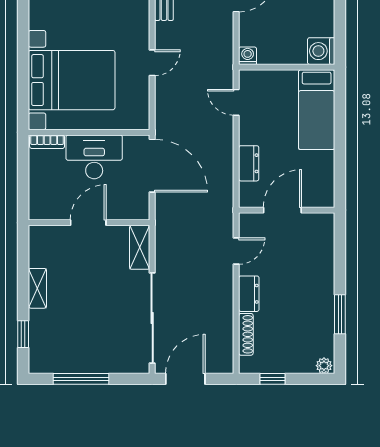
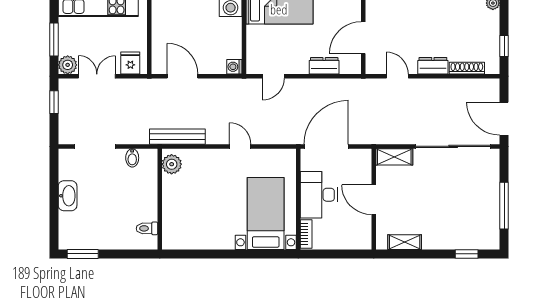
bed with nightstands: (72, 80) -> (266, 214), width x0.73
door: (282, 210) -> (363, 38), hinge flipped
shelving: (37, 288) -> (405, 242), moved

